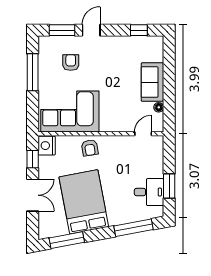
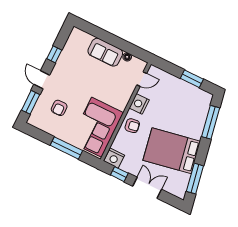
window: (139, 30) -> (54, 54), moved
armchair: (71, 63) -> (59, 108), turned -90
window: (33, 72) -> (66, 148), moved
door: (143, 134) -> (142, 79), swing flipped
nightstand: (116, 144) -> (139, 104), added
desk: (149, 192) -> (189, 97), removed

